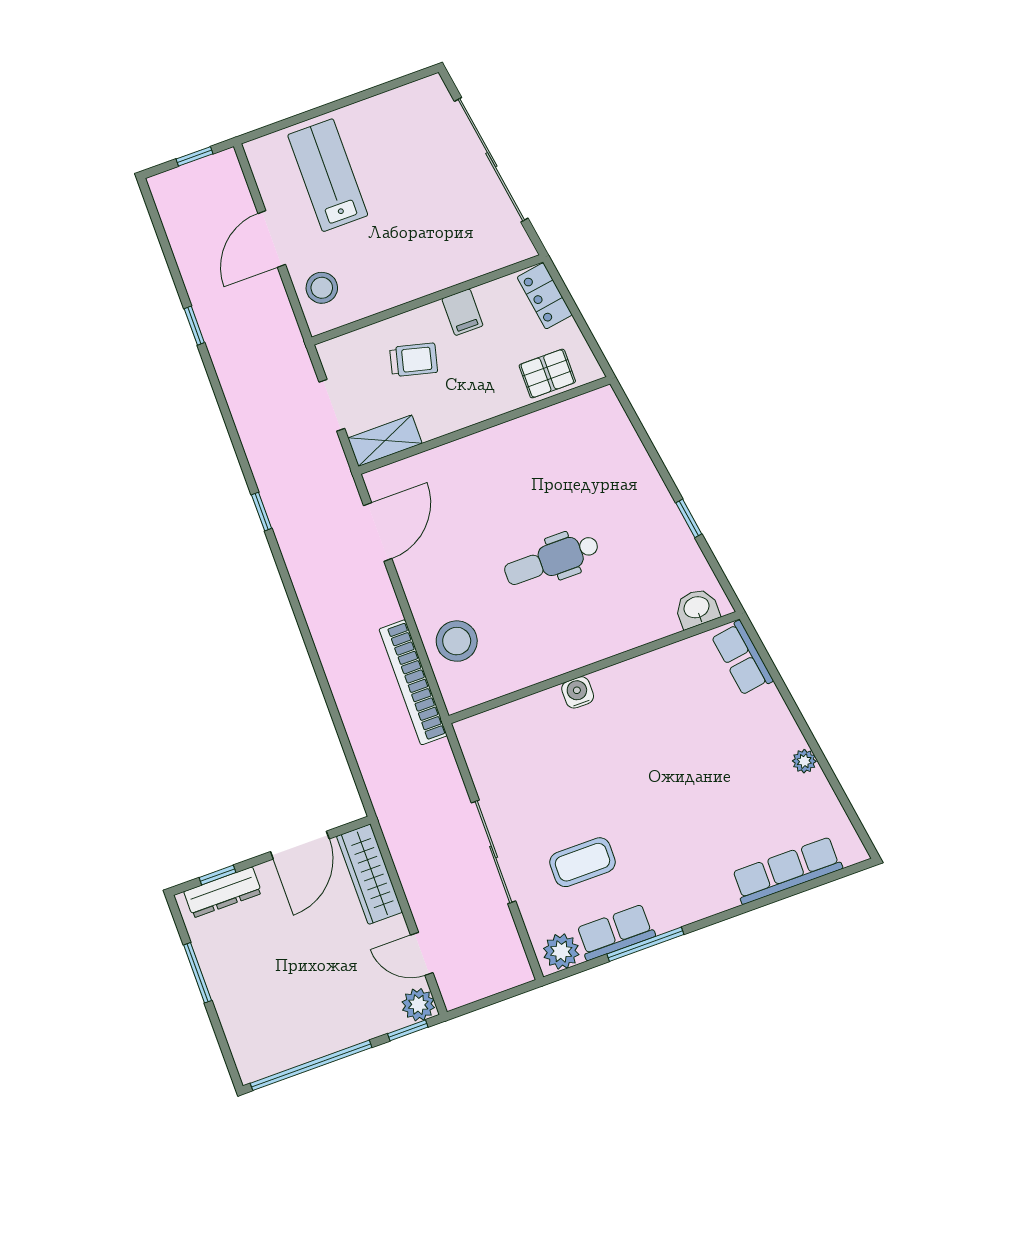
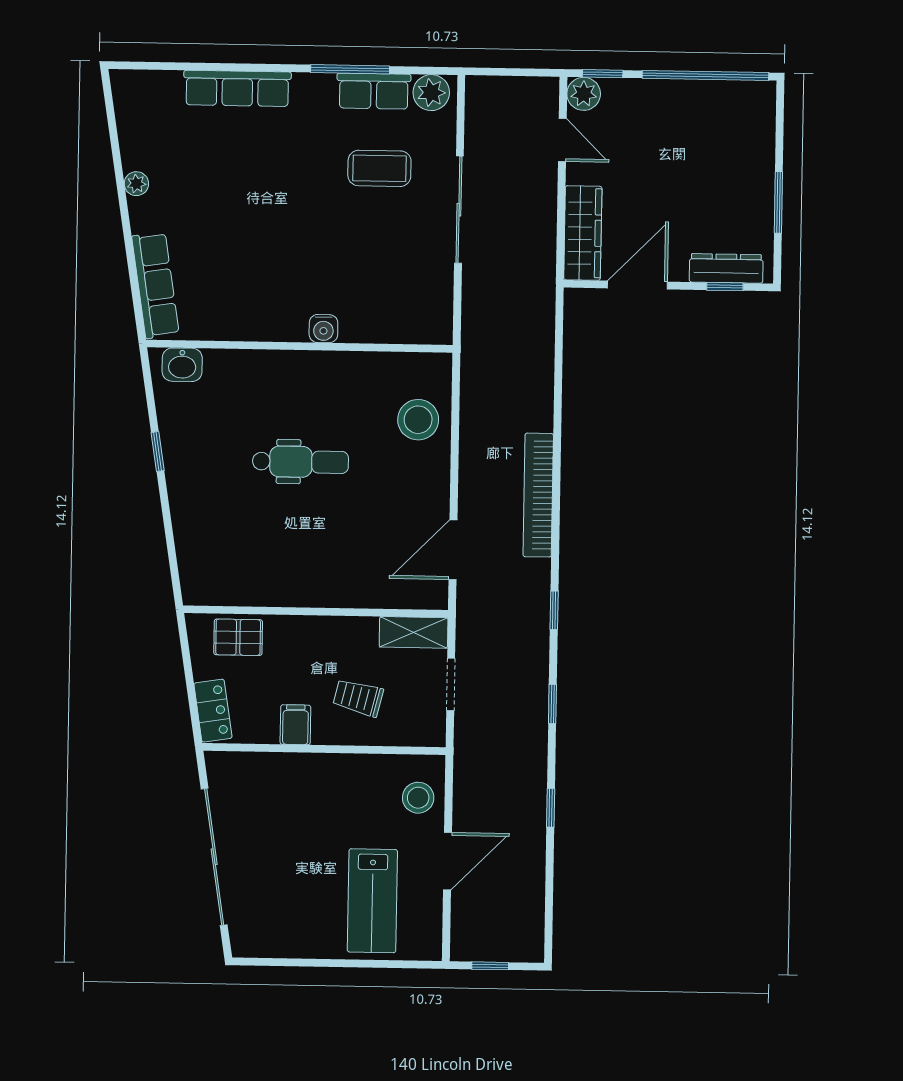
window: (230, 423) -> (552, 704), added
row of seats: (742, 658) -> (155, 285), width x1.48
bookcase: (413, 682) -> (538, 495), moved, turned 180
row of seats: (787, 871) -> (237, 88), moved

